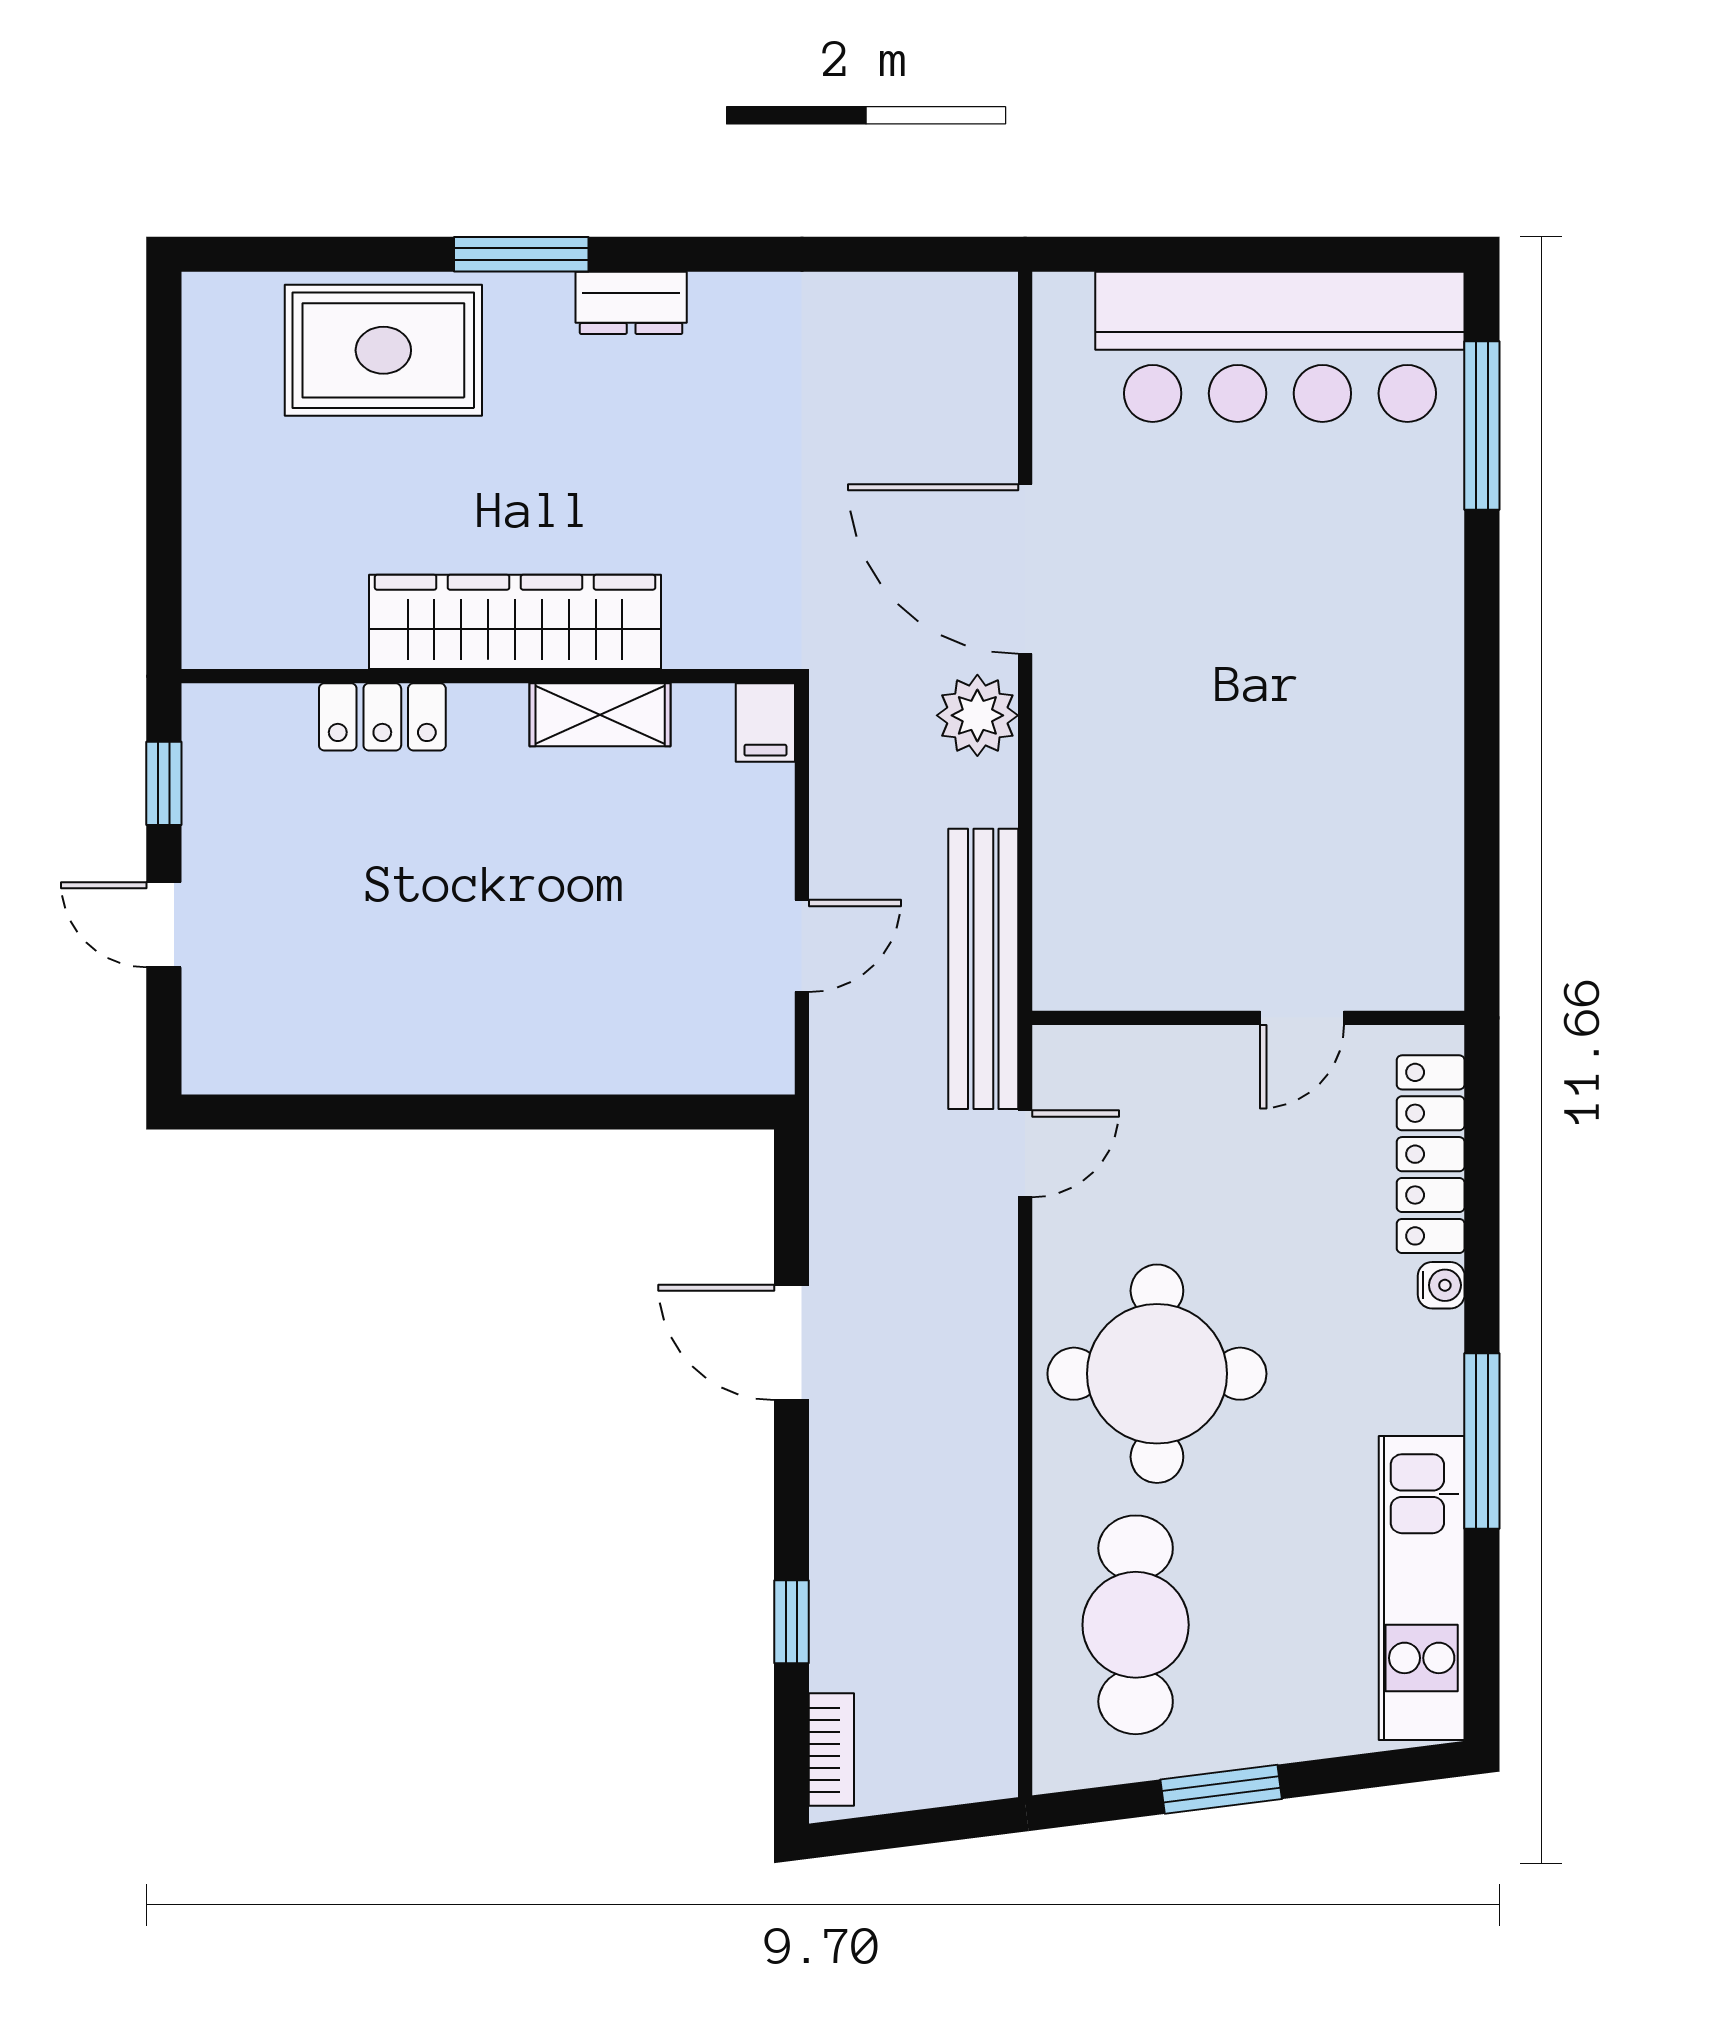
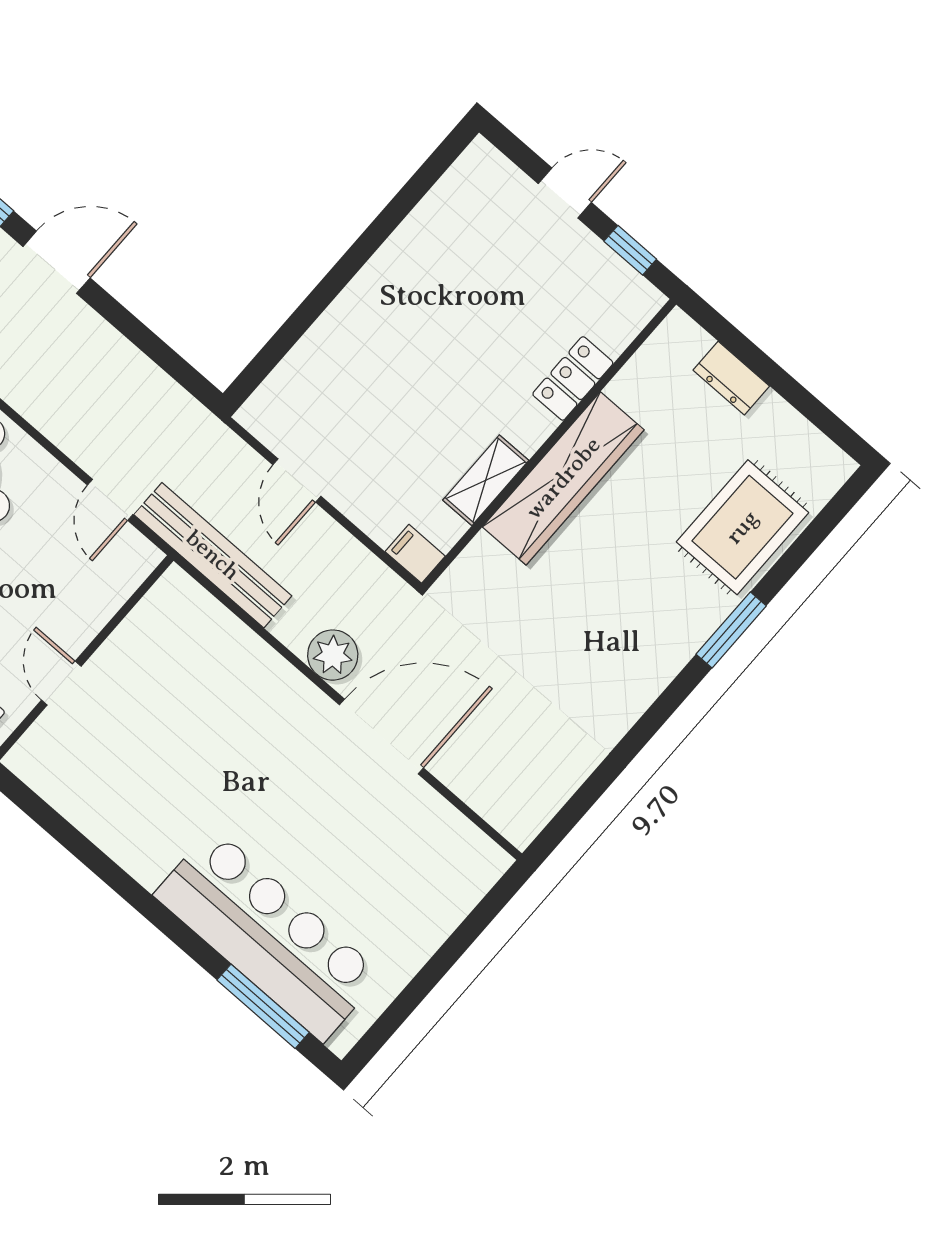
dresser: (631, 303) -> (731, 378), moved, turned -90
bar counter: (1280, 347) -> (268, 935), moved, turned 90
door: (792, 1342) -> (56, 262), moved

